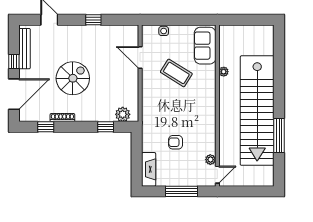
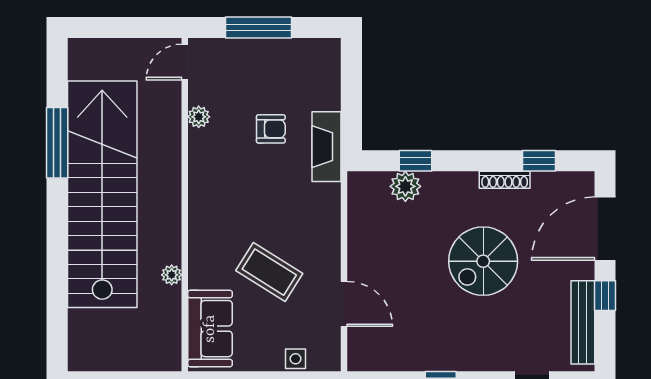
plant: (123, 114) -> (405, 186), moved
plant: (210, 160) -> (199, 117), moved
fireplace: (149, 169) -> (327, 147), moved

